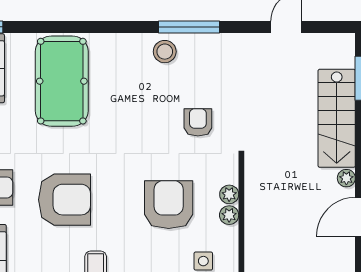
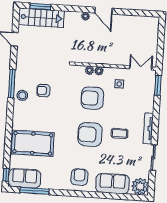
stairs: (337, 118) -> (41, 18), moved
armchair: (198, 122) -> (43, 91), moved
armchair: (65, 200) -> (90, 134), moved, turned -90

